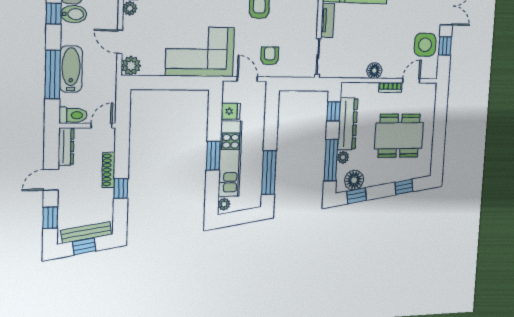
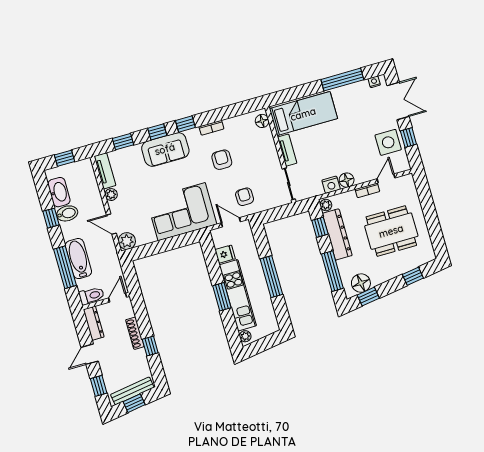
nightstand: (358, 71) -> (331, 185), added
plant: (343, 157) -> (326, 205), moved
window: (269, 173) -> (271, 277), moved

